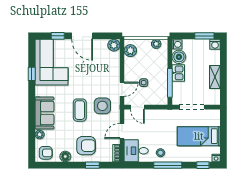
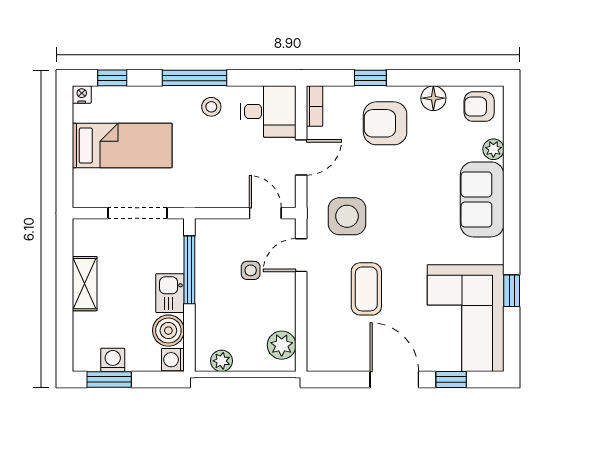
washing machine: (215, 44) -> (113, 360), moved
plant: (114, 45) -> (320, 358), removed
coffee table: (80, 110) -> (366, 289), moved

